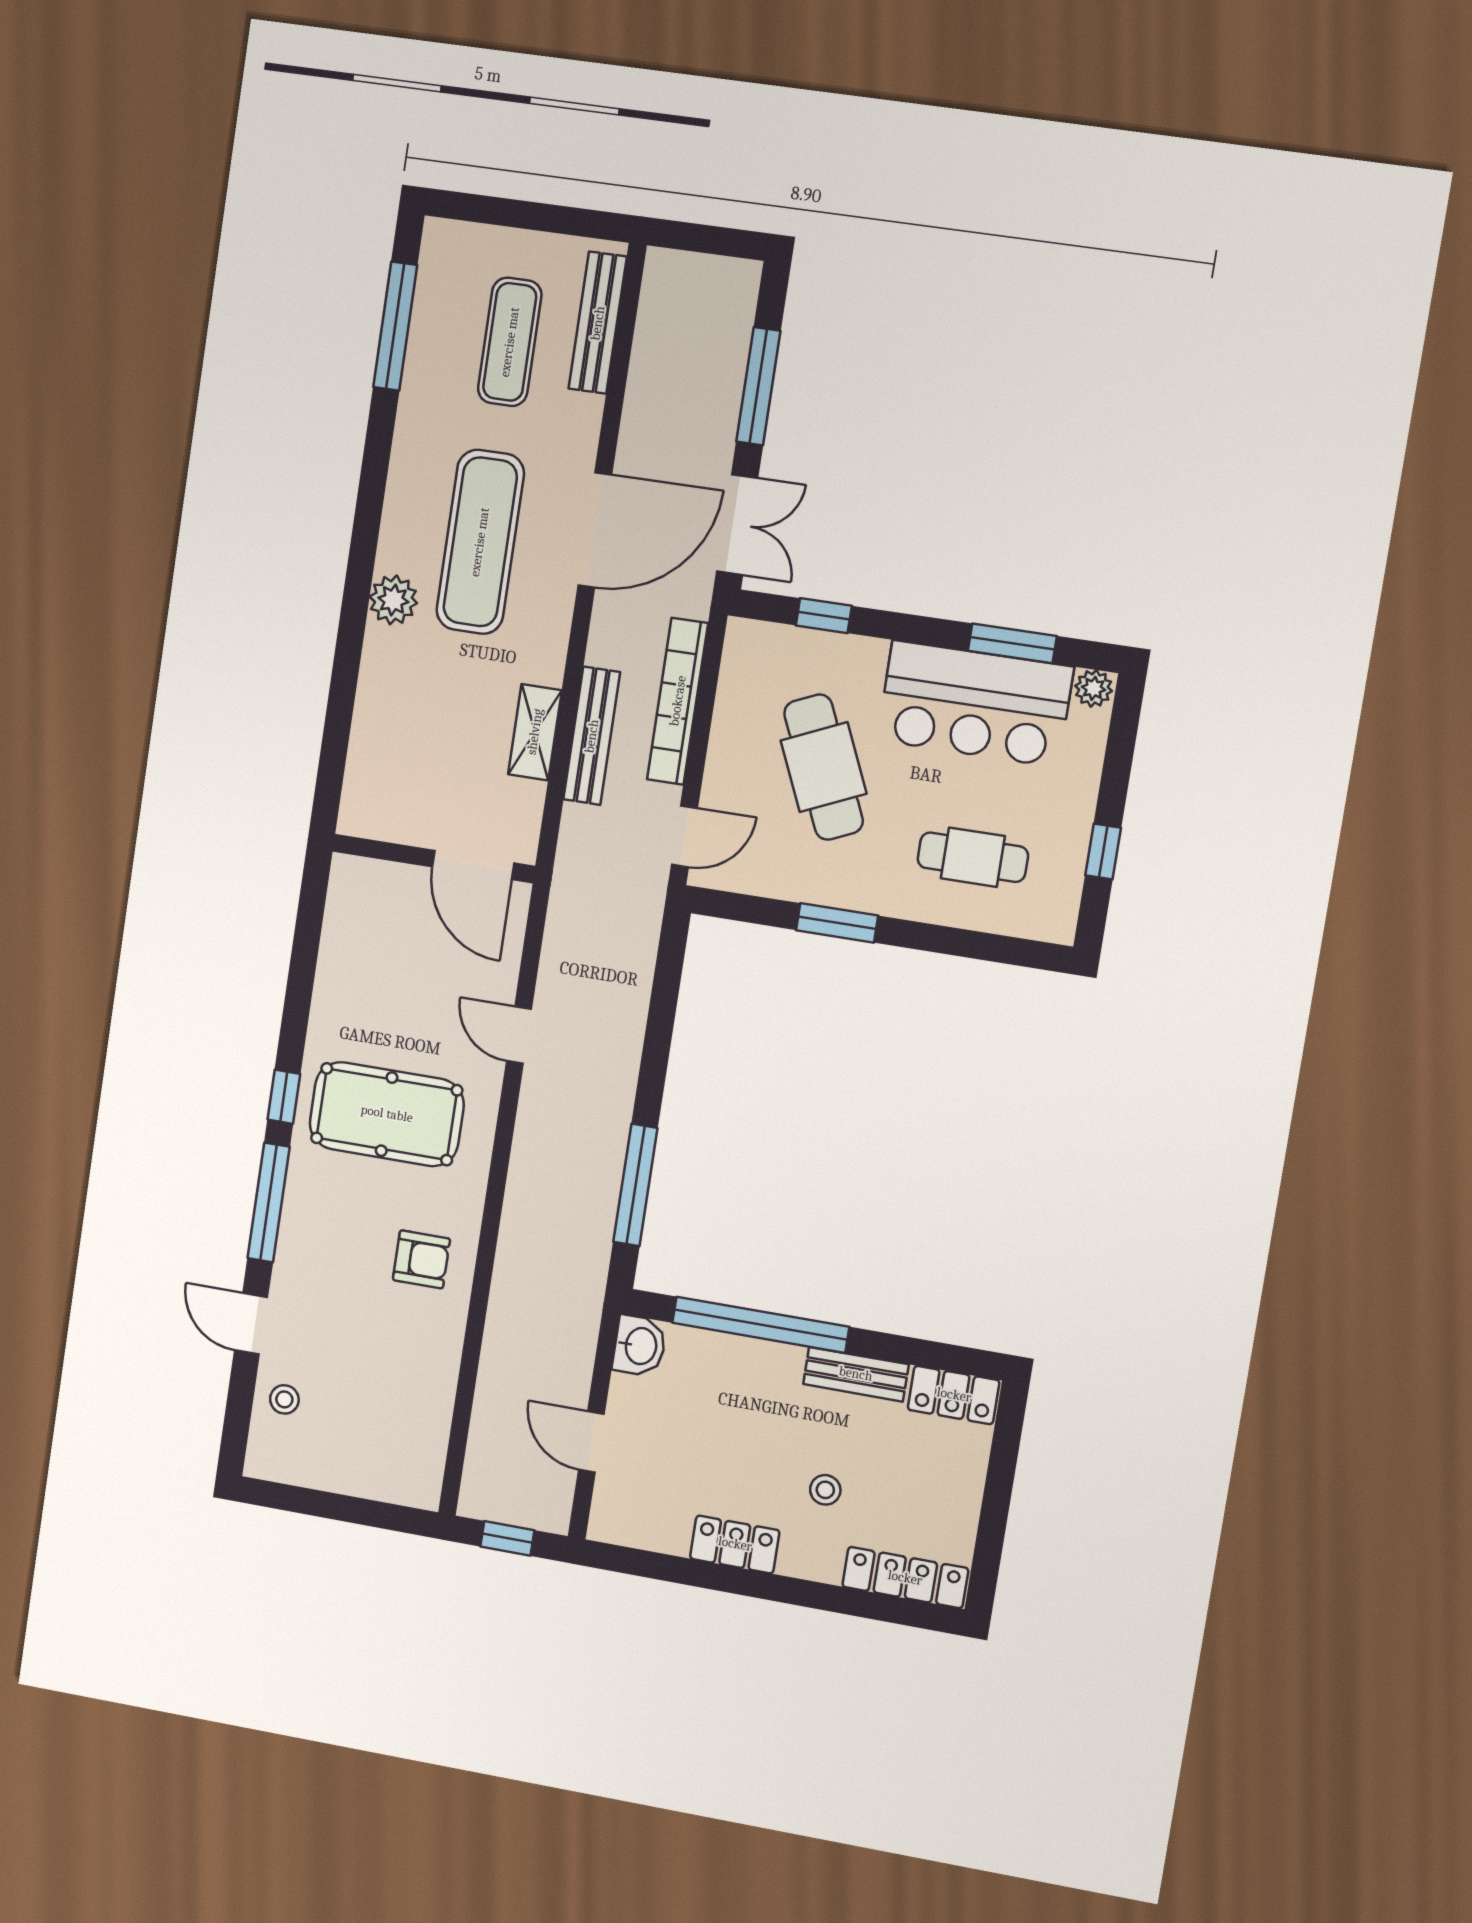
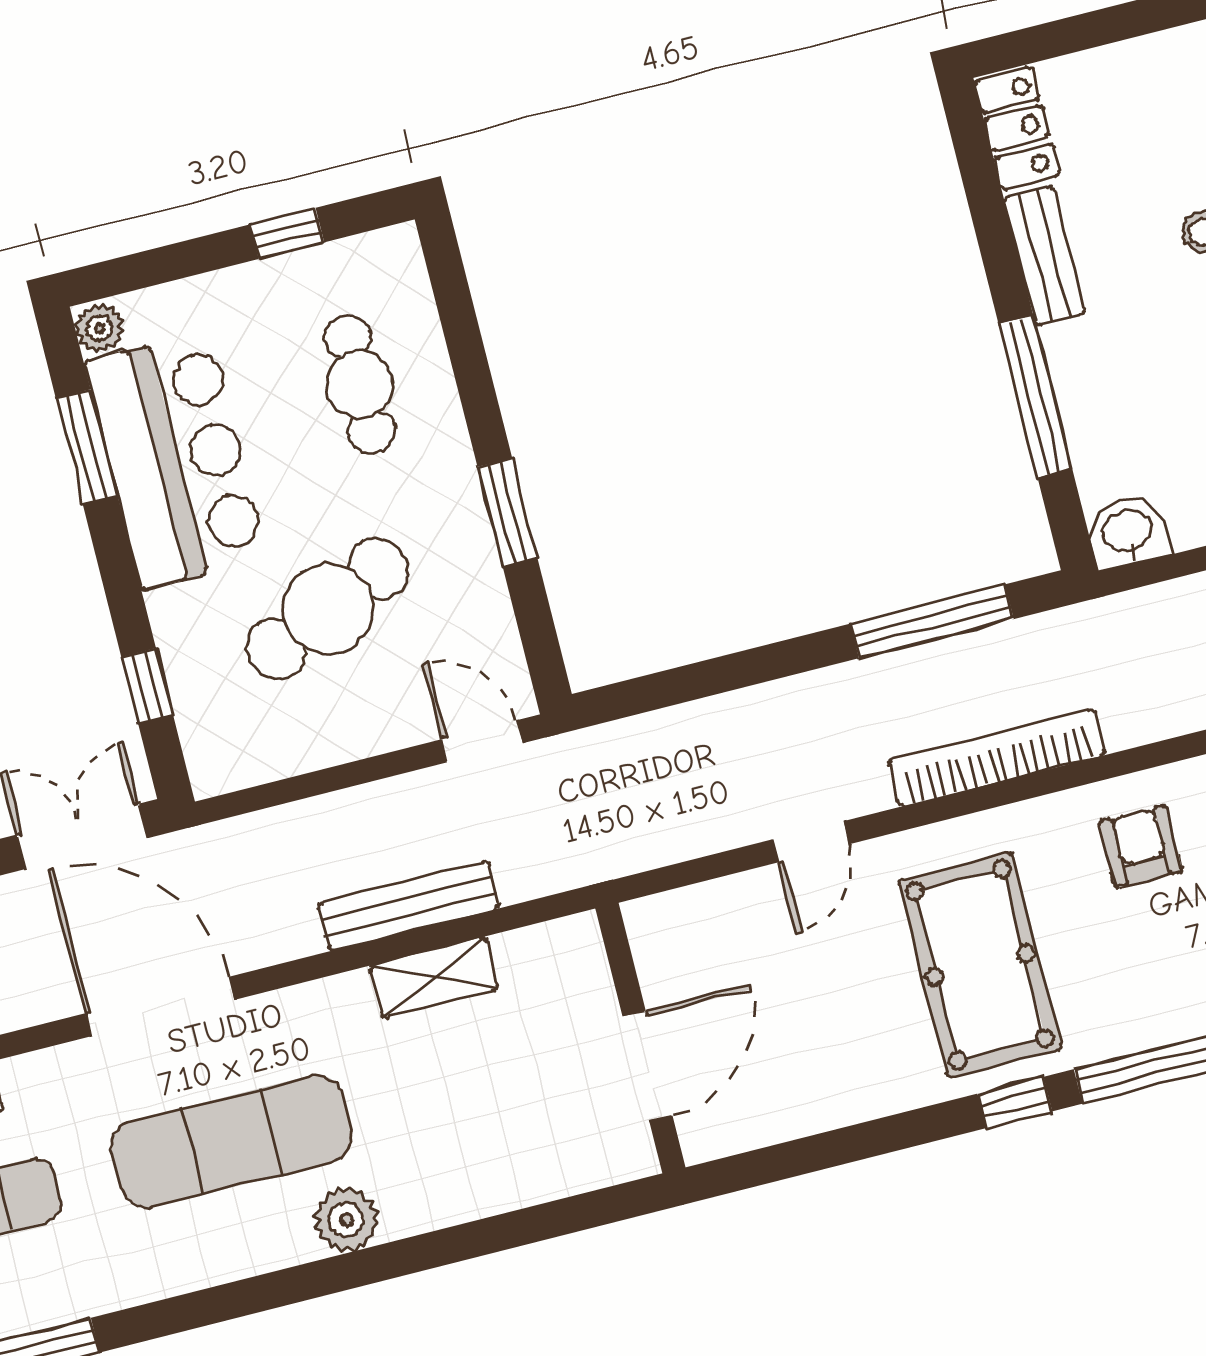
bookcase: (678, 701) -> (996, 758), moved, turned 180
door: (473, 865) -> (648, 1066), moved
window: (761, 1325) -> (1035, 396), width x0.68

